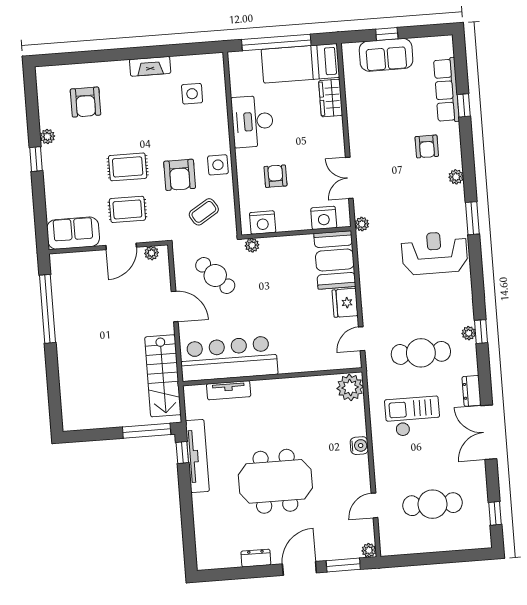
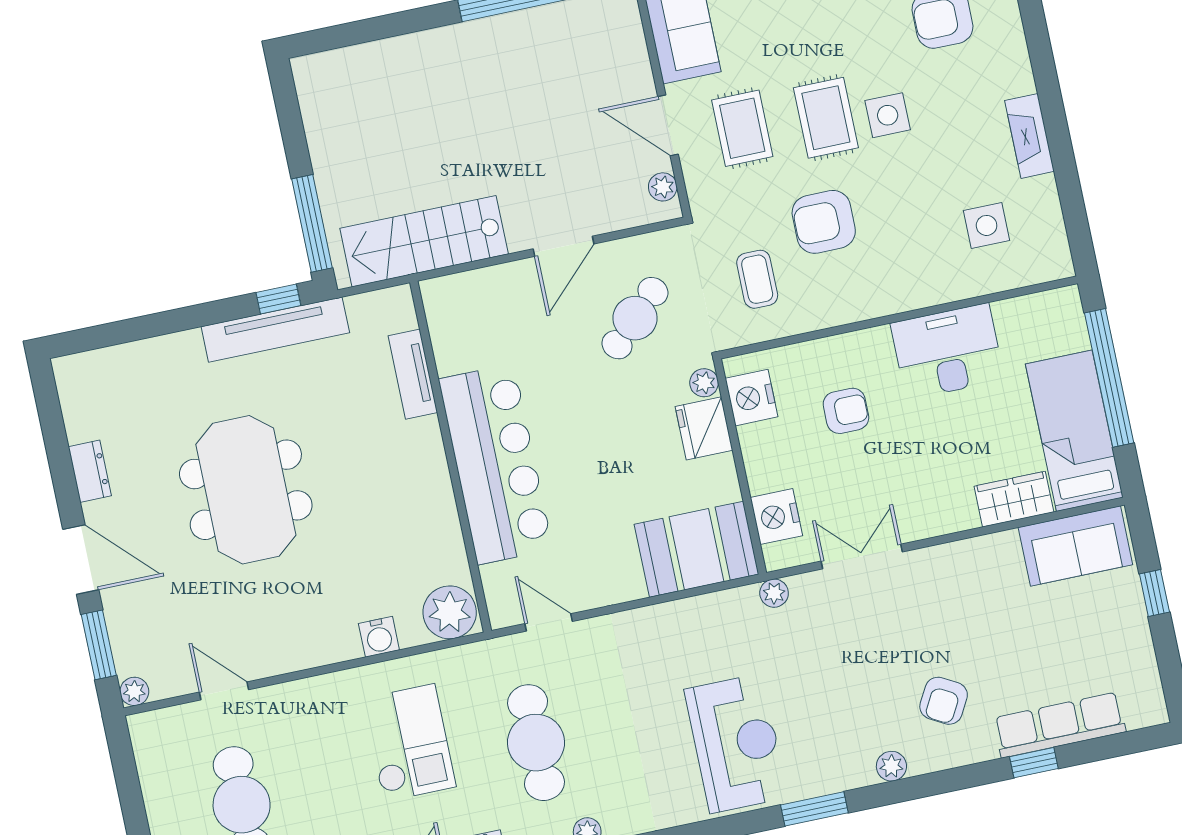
sofa: (386, 55) -> (1075, 546), moved, turned -90
armchair: (427, 146) -> (944, 701), turned -61
side table: (218, 165) -> (888, 115), moved
coffee table: (204, 212) -> (757, 279), turned 32
fridge: (345, 303) -> (704, 428), moved, turned -90
bar counter: (229, 359) -> (496, 464), moved
water cooler: (359, 446) -> (379, 637), moved

